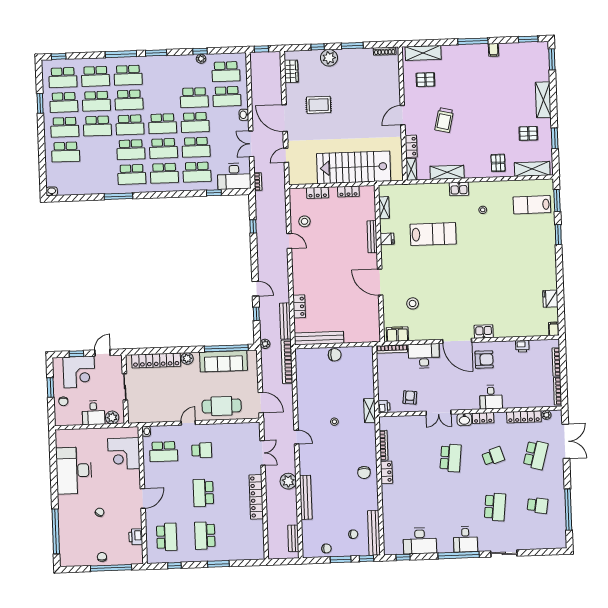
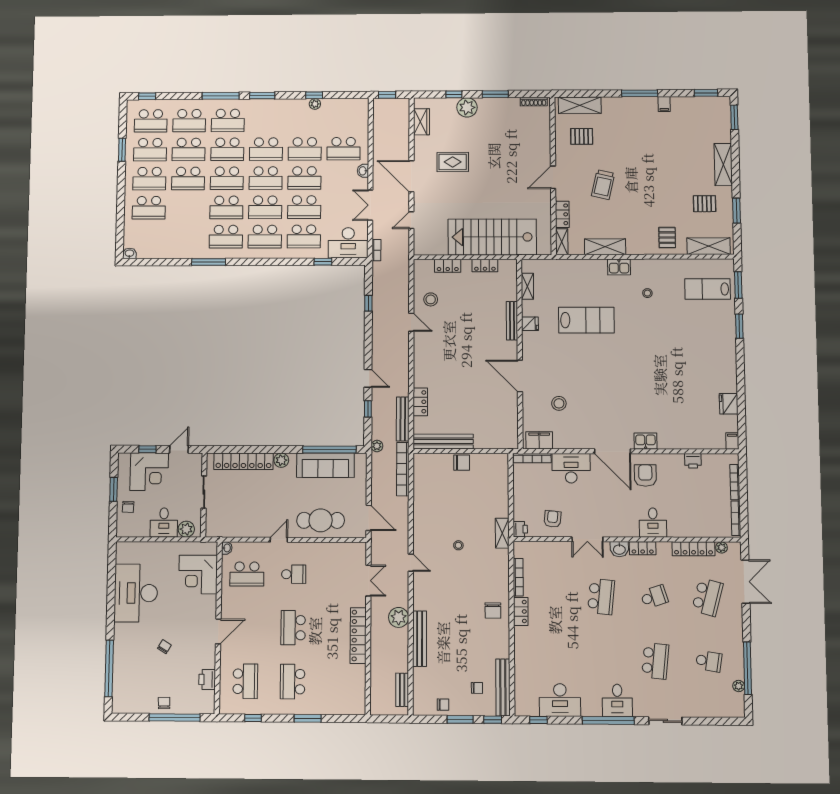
school desk: (226, 72) -> (266, 149), moved
armchair: (484, 359) -> (645, 475), turned -90
plant: (561, 524) -> (739, 686), added

